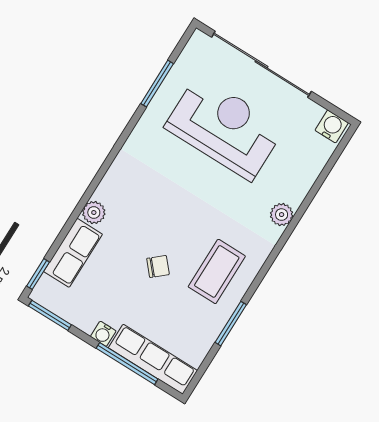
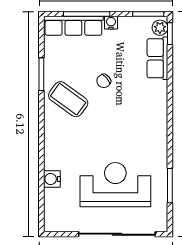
water cooler: (332, 126) -> (52, 179), moved, turned 90
reception desk: (224, 128) -> (115, 185), turned 180
plant: (94, 213) -> (160, 28), moved
plant: (282, 215) -> (51, 155), removed
coffee table: (217, 271) -> (68, 99), turned -54

